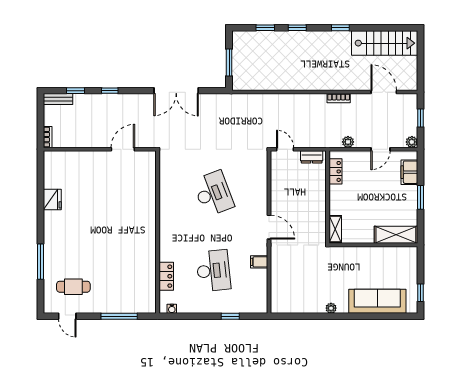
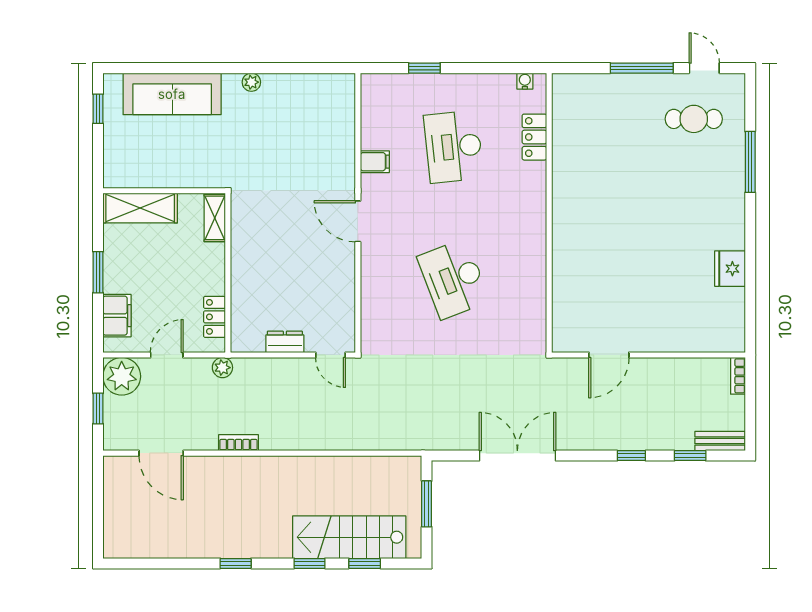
stairs: (385, 43) -> (349, 537), moved
plant: (412, 142) -> (122, 376), width x1.87, depth x1.87
locker: (335, 171) -> (214, 317), moved
wall: (328, 197) -> (228, 273), moved
shelving: (335, 229) -> (215, 218), moved
window: (119, 316) -> (642, 68), moved

